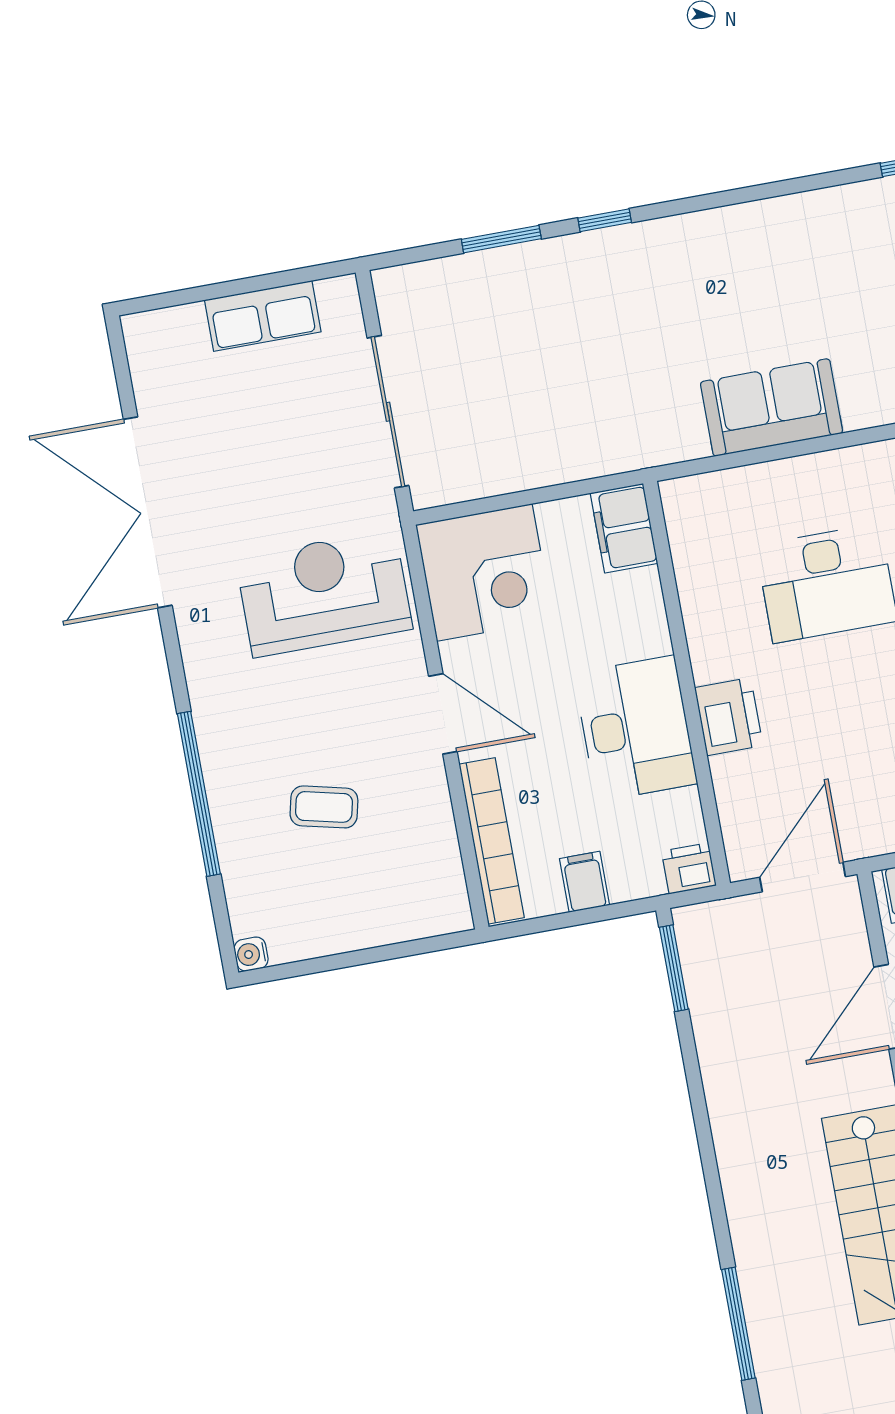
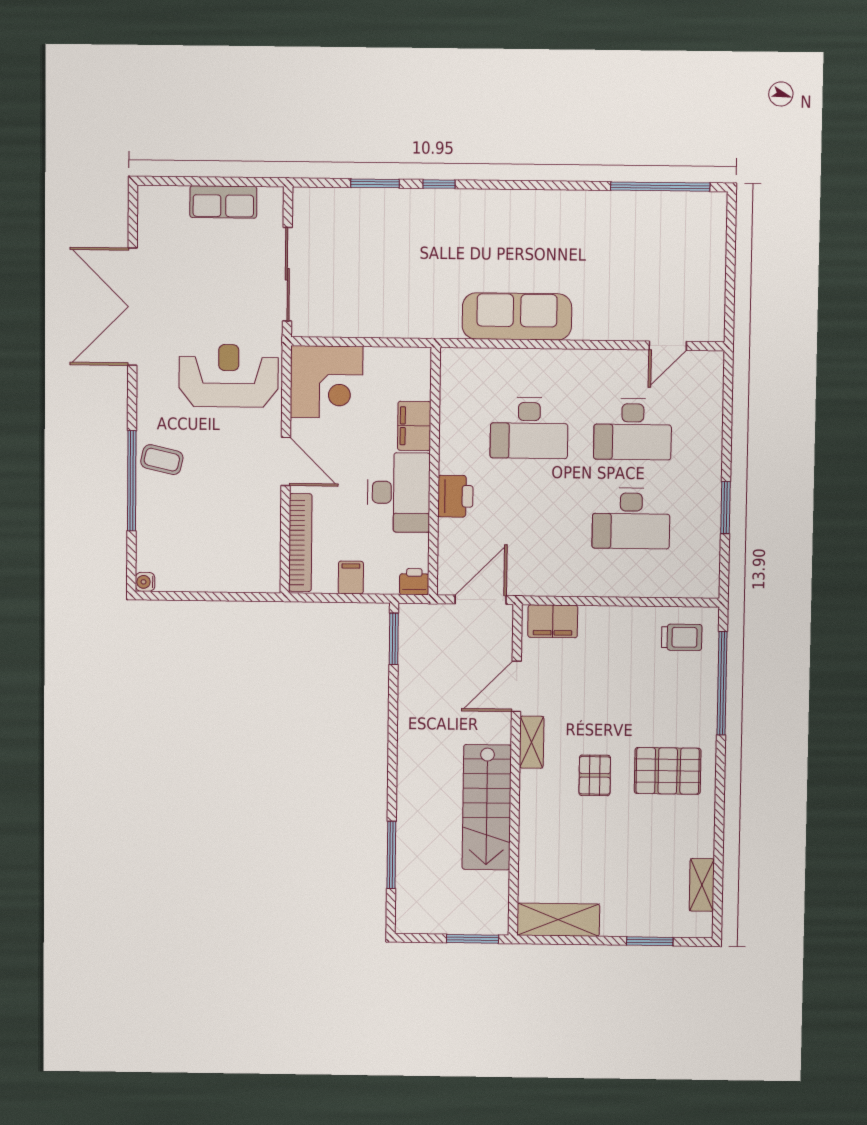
sofa: (772, 408) -> (517, 316), width x1.36
filing cabinet: (624, 528) -> (414, 426), moved
coffee table: (324, 807) -> (162, 460), moved

